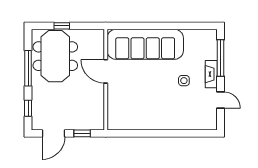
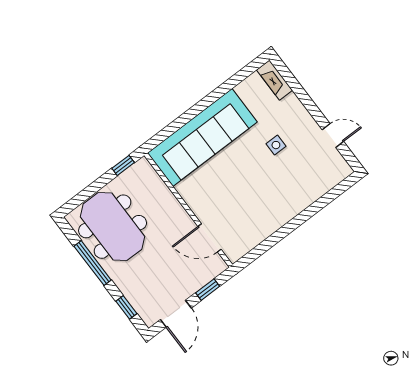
window: (62, 26) -> (123, 165), moved
window: (221, 58) -> (298, 89), removed
door: (106, 71) -> (210, 238), moved
fireplace: (211, 74) -> (275, 80), moved

